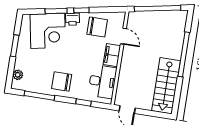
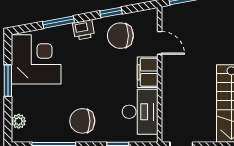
window: (81, 10) -> (111, 12), moved
chair: (97, 27) -> (120, 36), turned 180
corner desk: (48, 31) -> (36, 59), moved, turned -80

